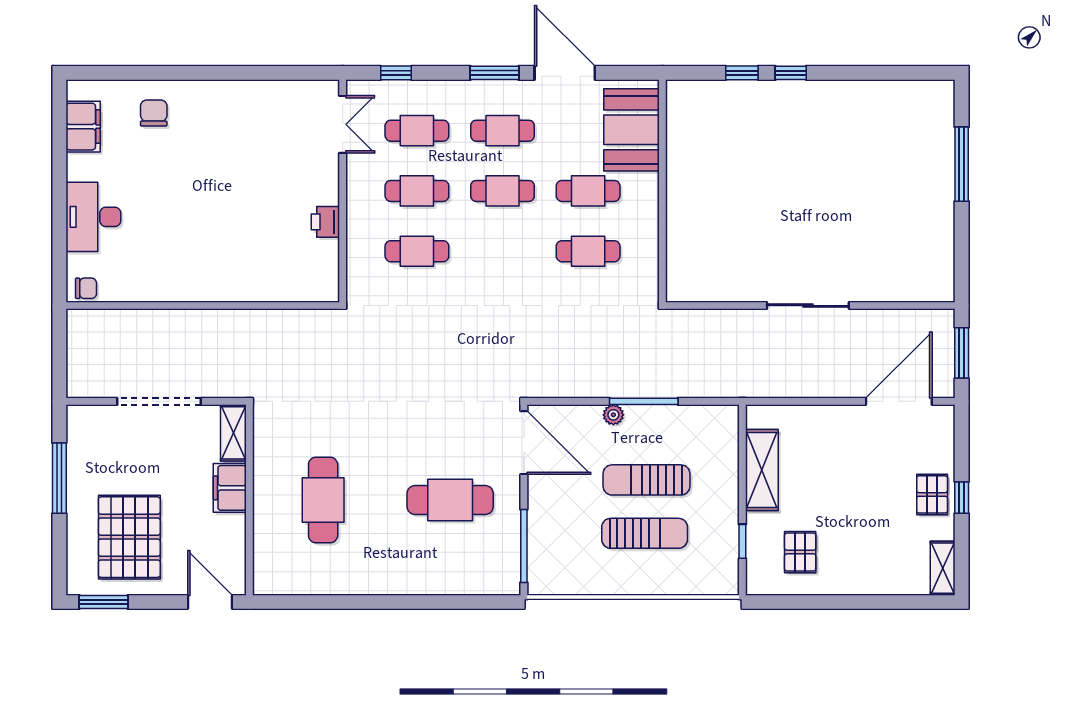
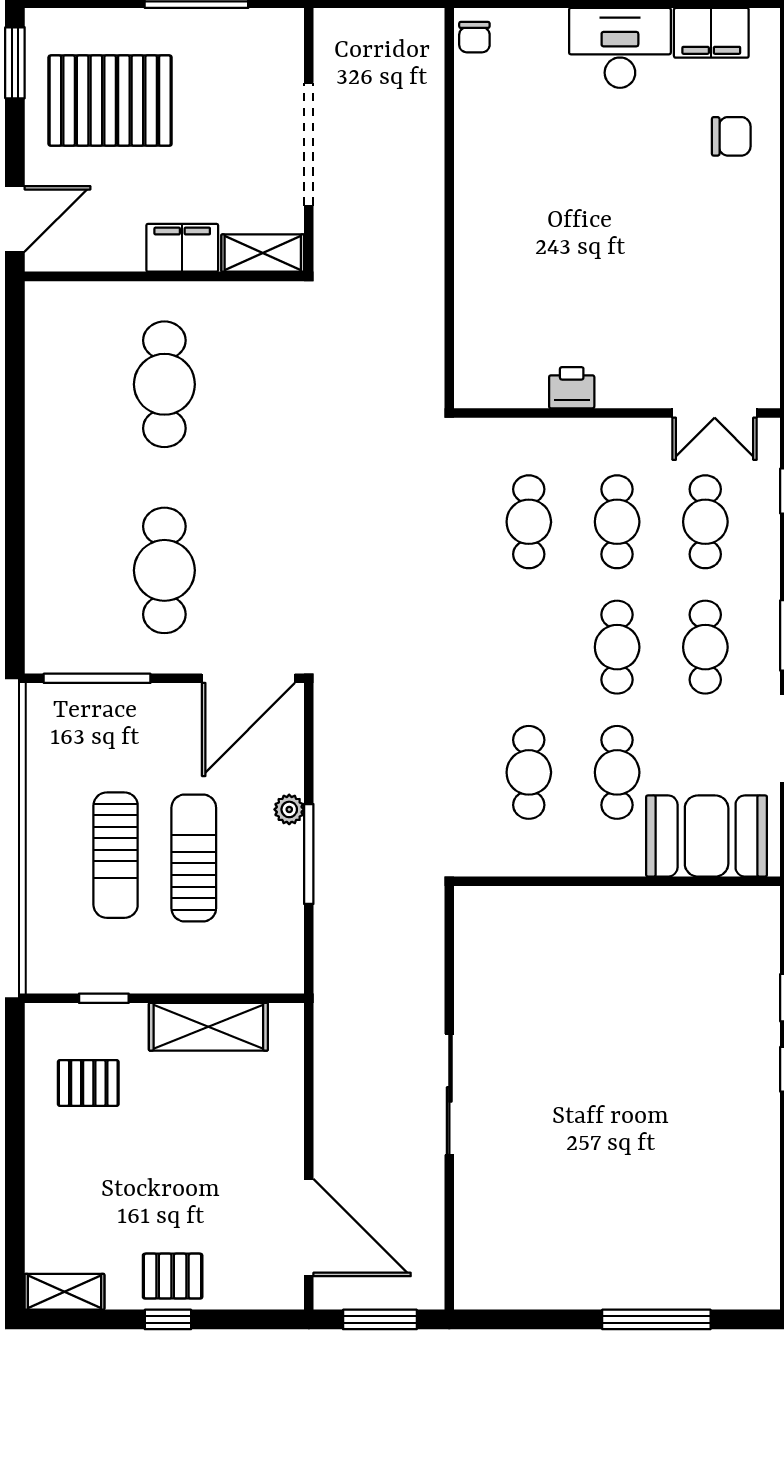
desk: (93, 217) -> (620, 48), moved
cafe table: (323, 500) -> (164, 384), turned 90

